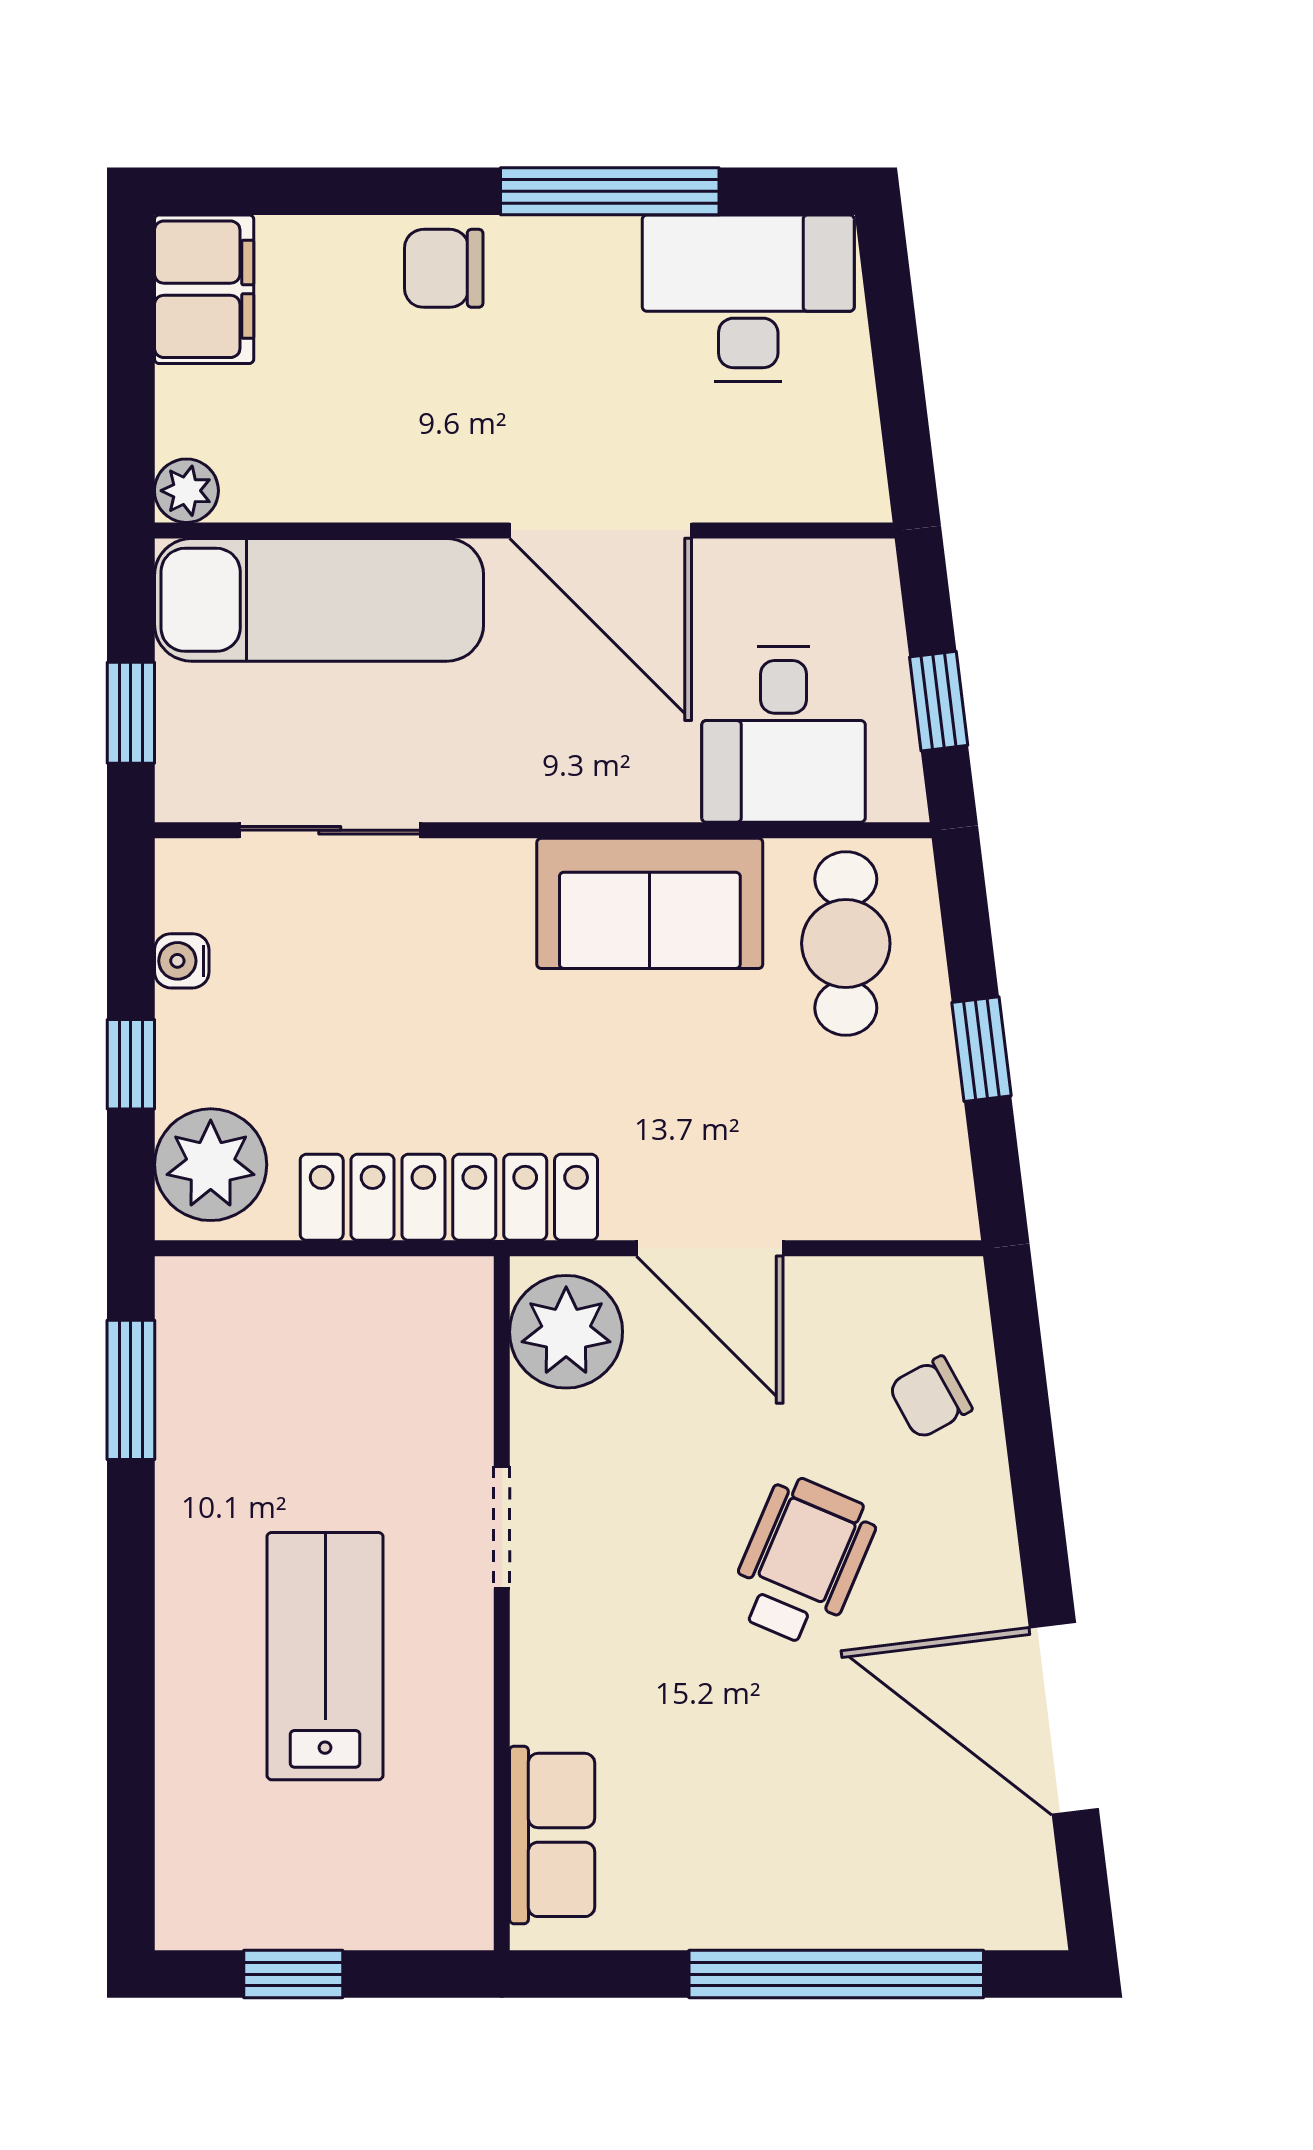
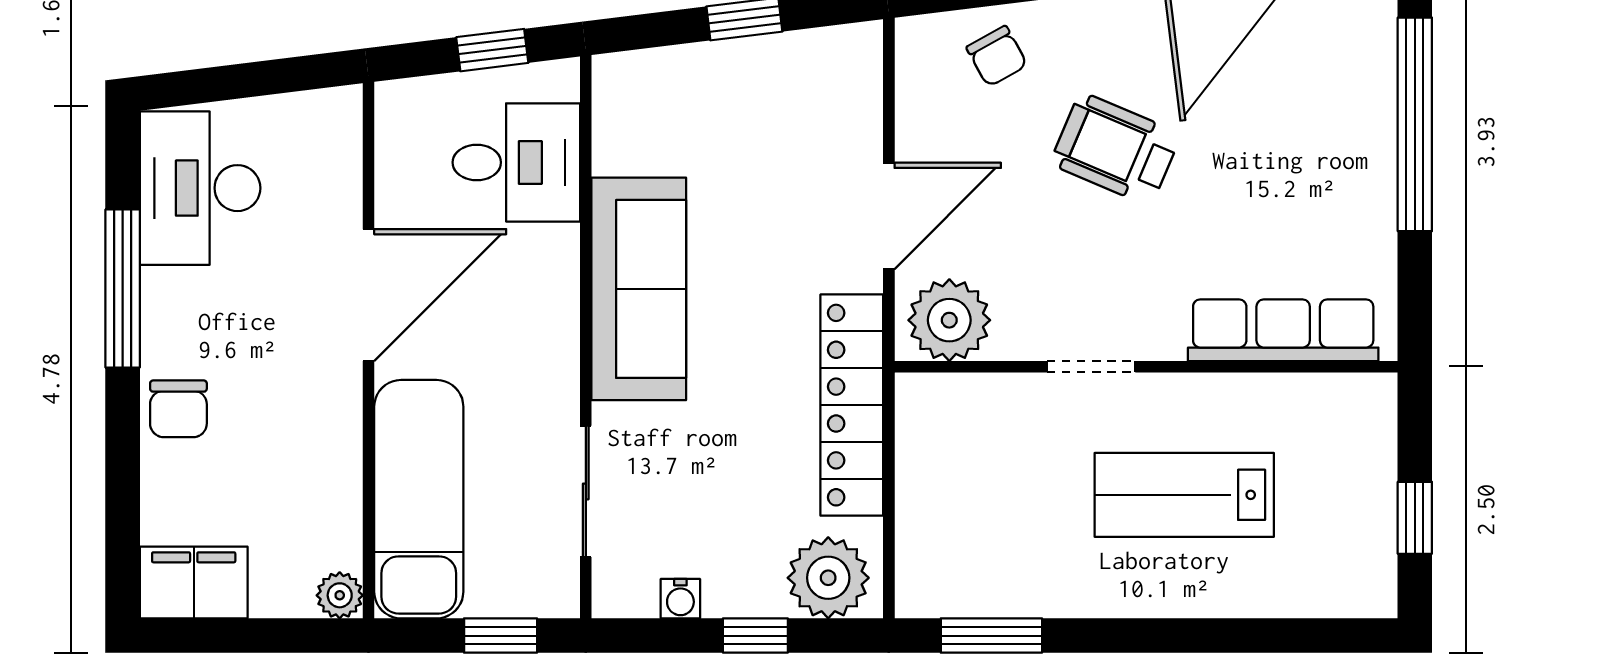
sofa: (650, 903) -> (639, 289), width x1.36
cafe table: (846, 943) -> (668, 117), removed
row of seats: (552, 1835) -> (1283, 330), width x1.48

